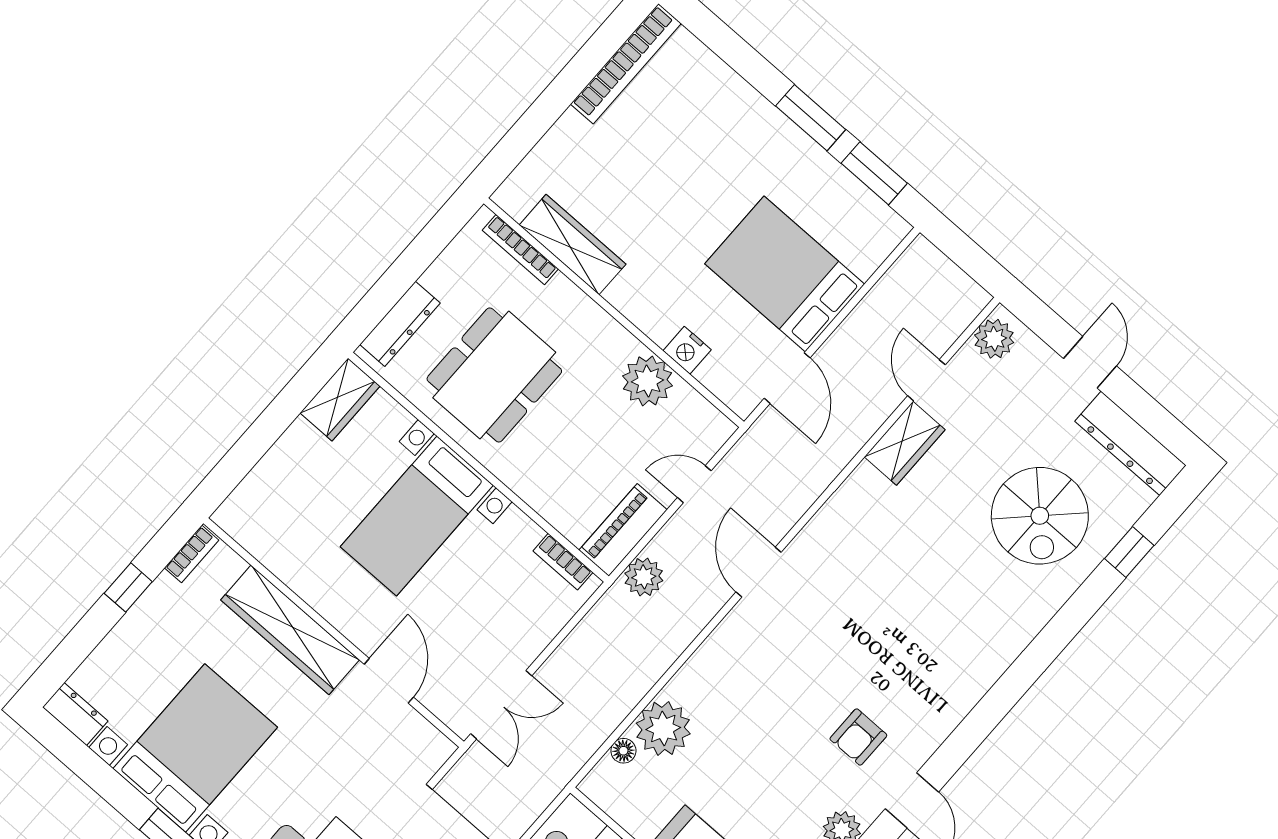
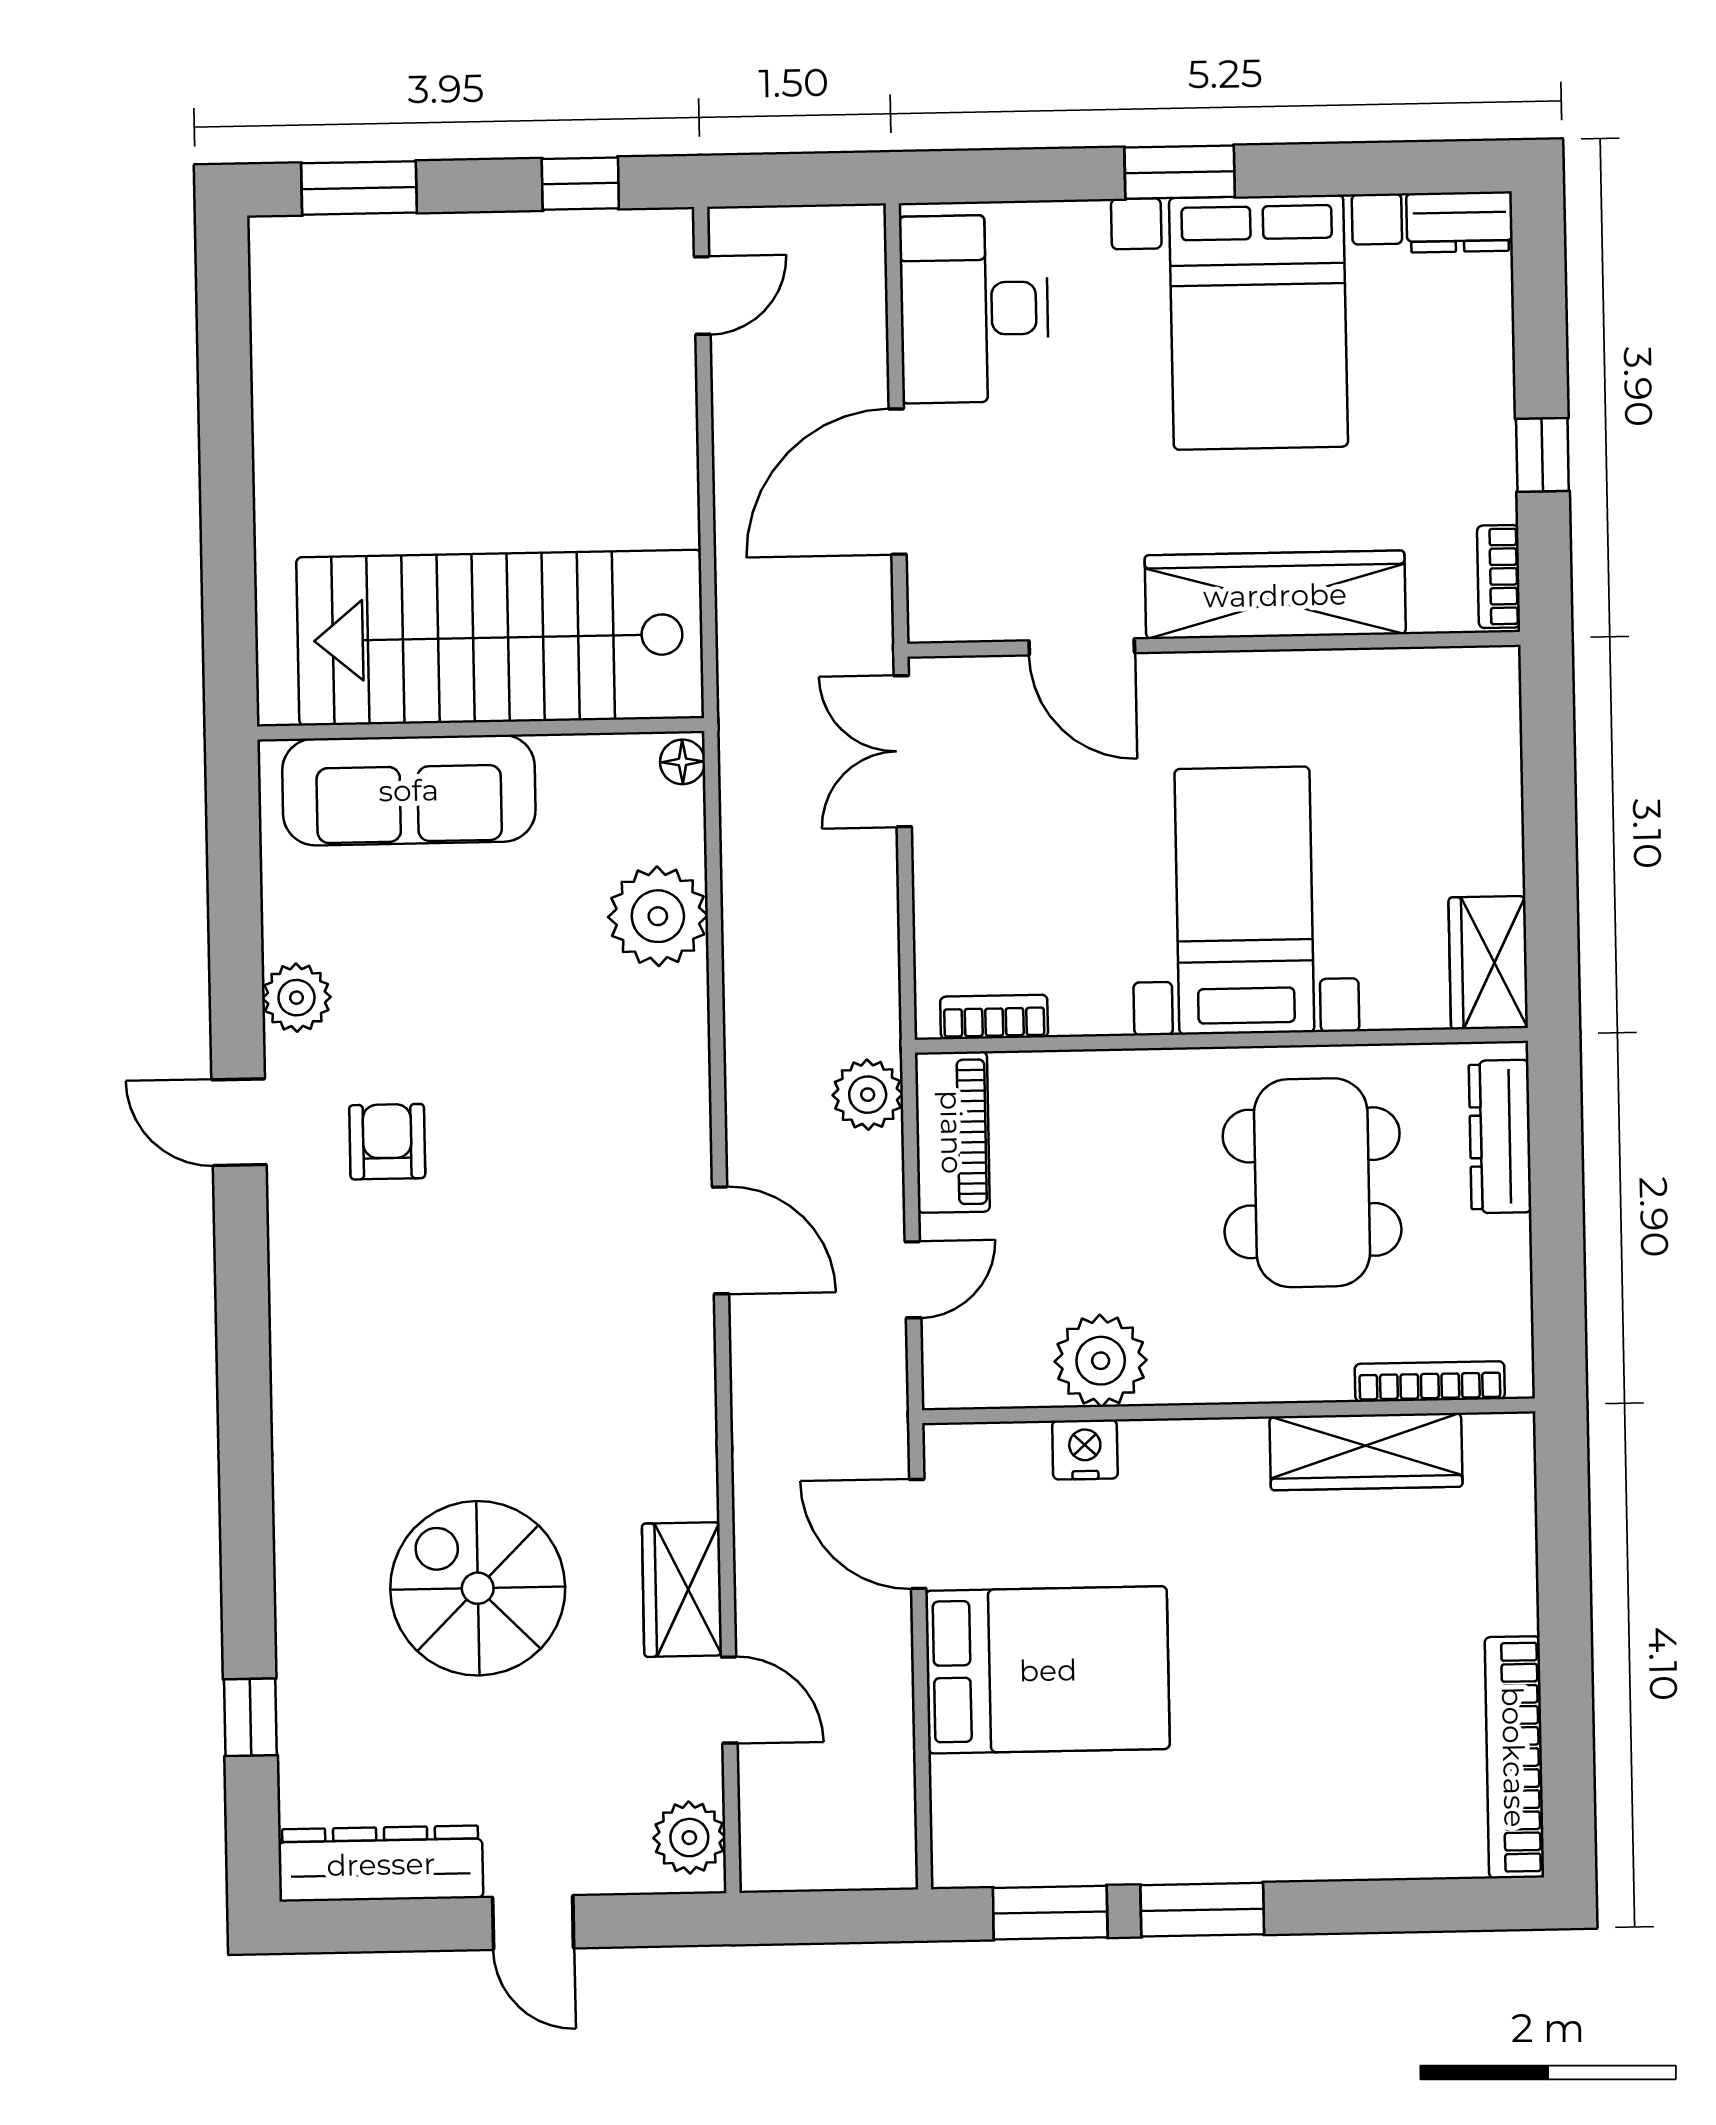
spiral stairs: (1040, 516) -> (478, 1588), moved
floor lamp: (623, 751) -> (682, 762), moved

